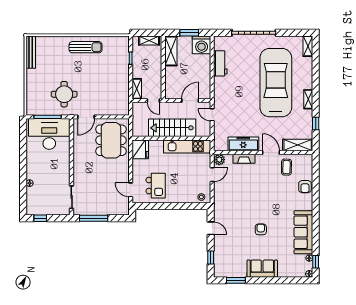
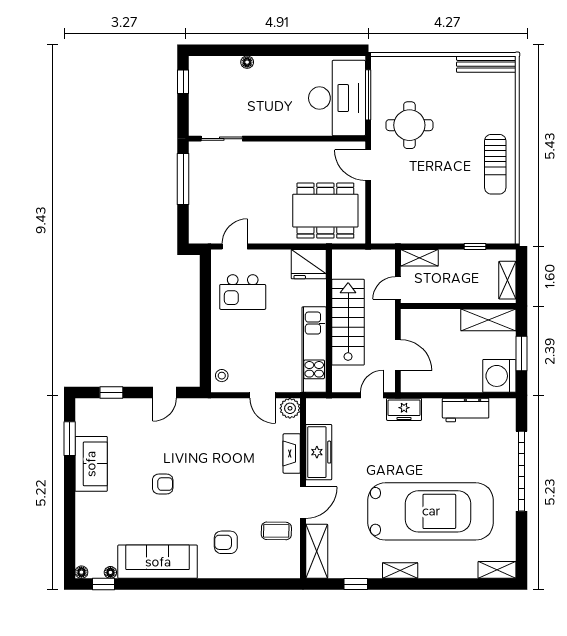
freezer: (220, 97) -> (404, 409), added
armchair: (305, 187) -> (226, 542), moved
sofa: (262, 269) -> (91, 464), moved

